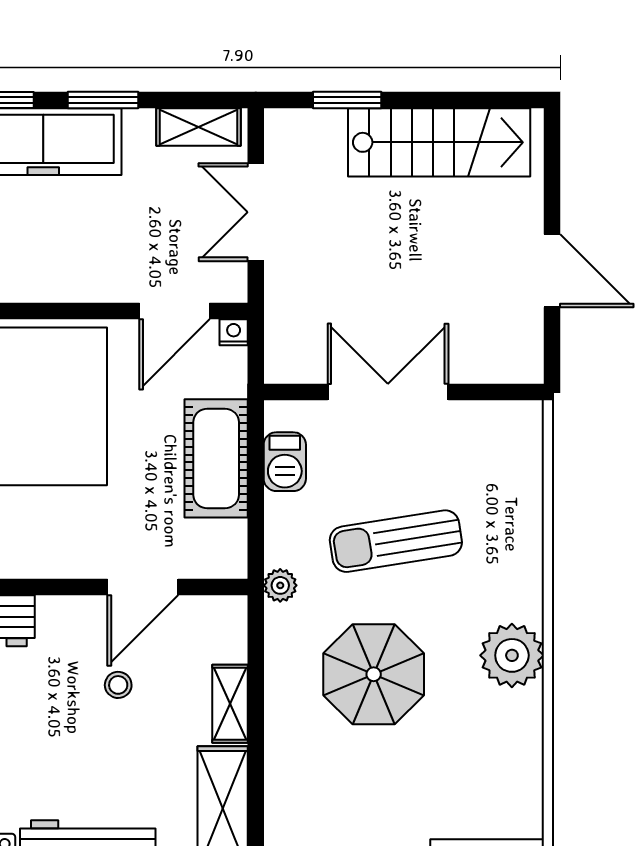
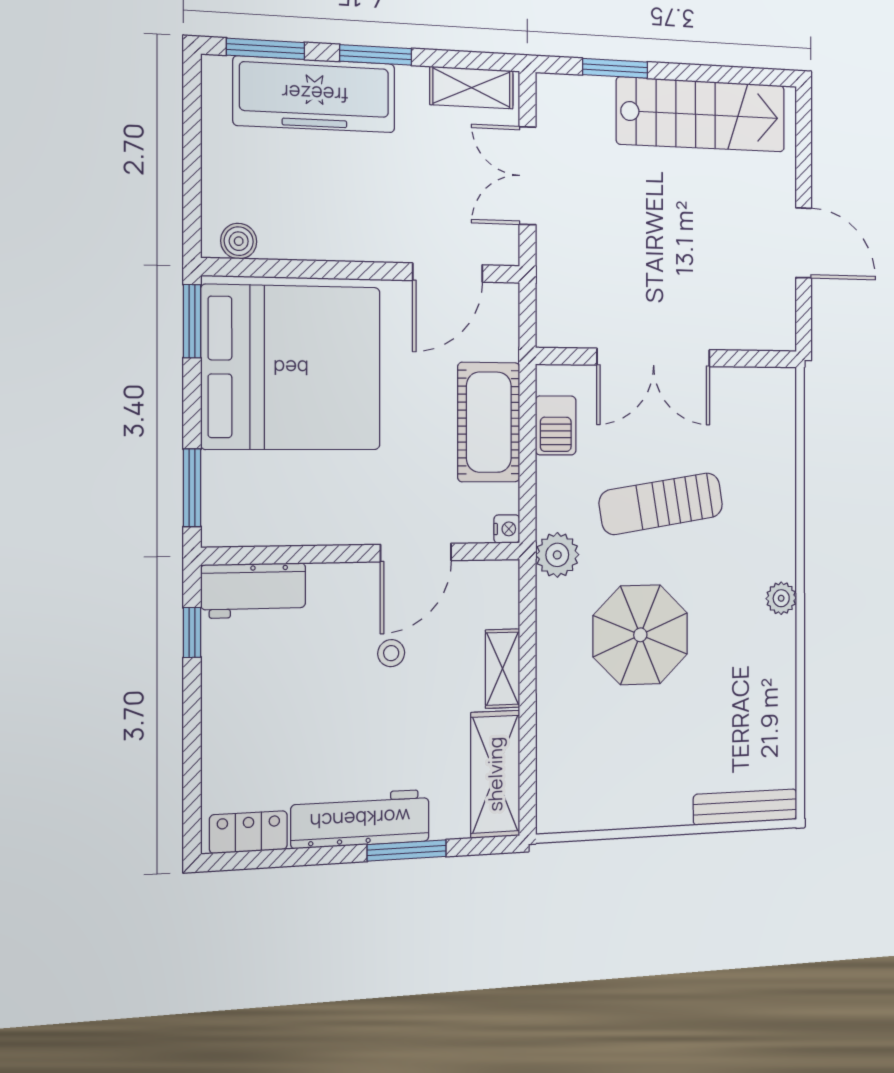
nightstand: (234, 332) -> (507, 529), moved, turned 90
double door: (388, 392) -> (654, 357), swing flipped
plant: (280, 585) -> (557, 555), width x1.38, depth x1.38
plant: (512, 655) -> (781, 598), width x0.53, depth x0.53

